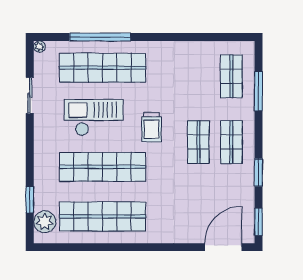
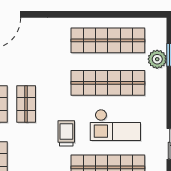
trolley: (152, 127) -> (66, 133), moved
plant: (45, 222) -> (157, 59), moved

